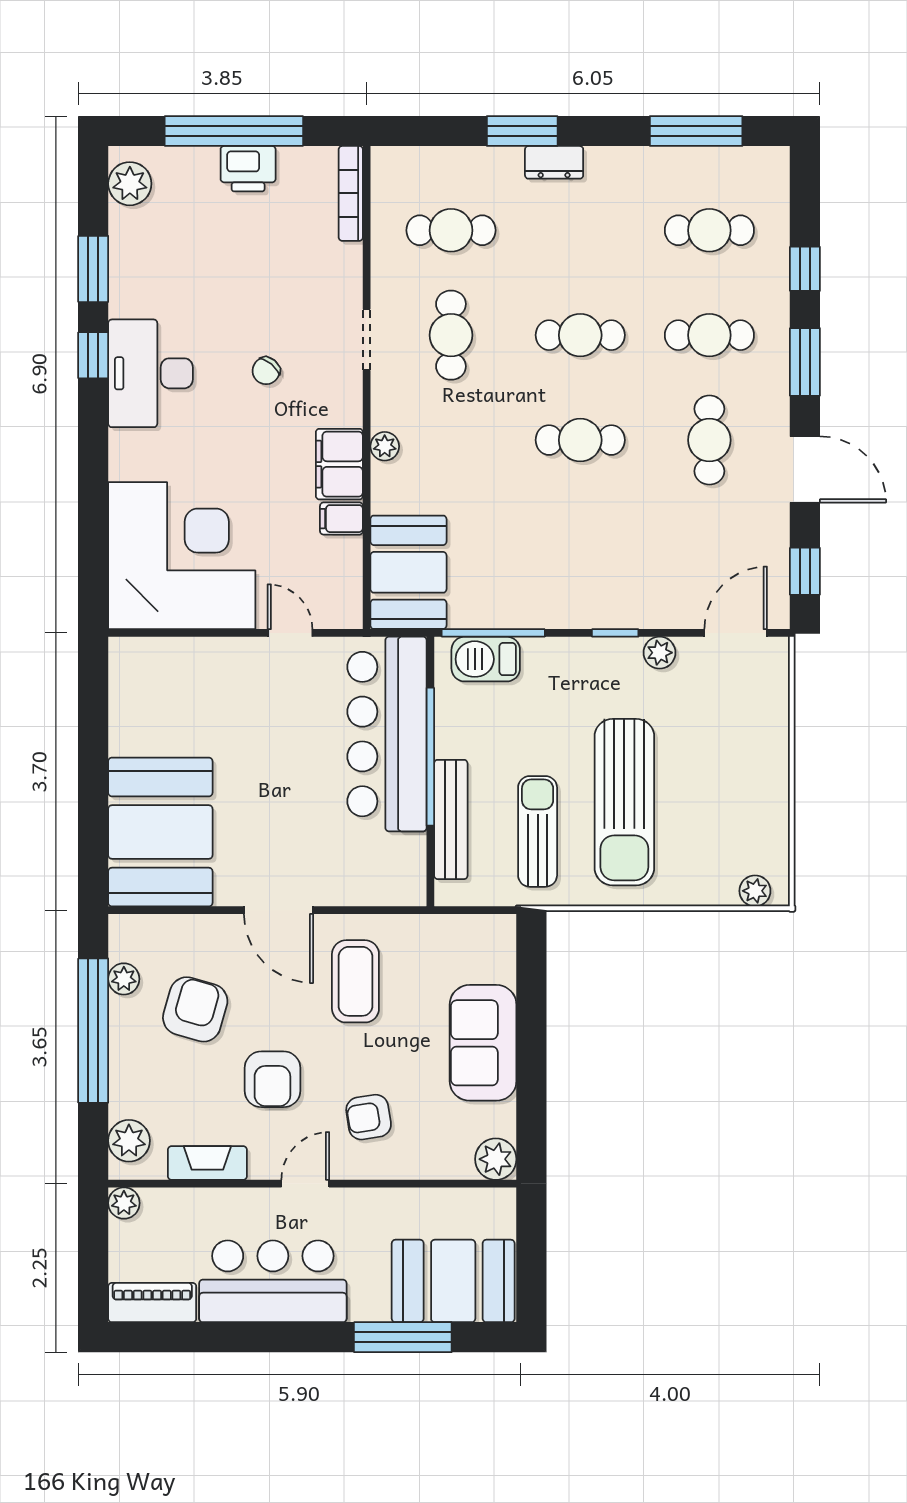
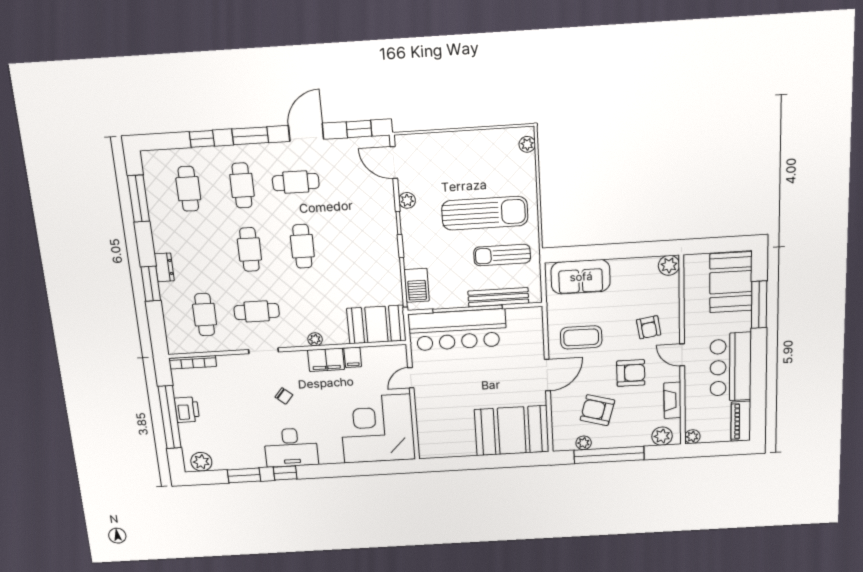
sofa: (483, 1043) -> (581, 277), moved

